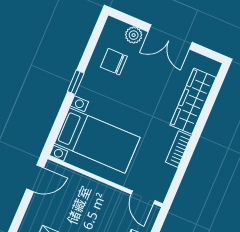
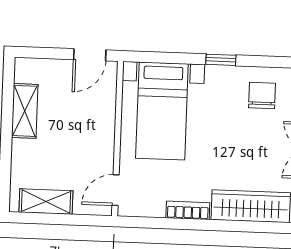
door: (35, 178) -> (90, 55), hinge flipped

